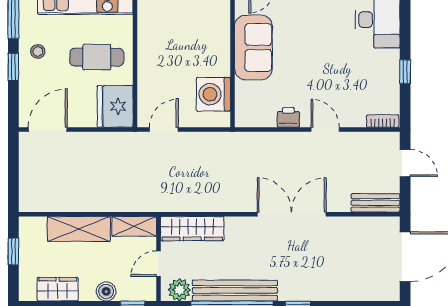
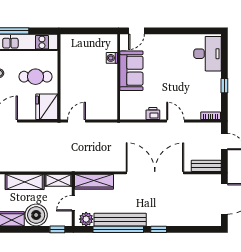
washing machine: (213, 94) -> (112, 58), moved, width x0.53, depth x0.53
double door: (292, 214) -> (155, 173), width x1.36
boiler: (106, 291) -> (36, 215), width x1.86, depth x1.86

